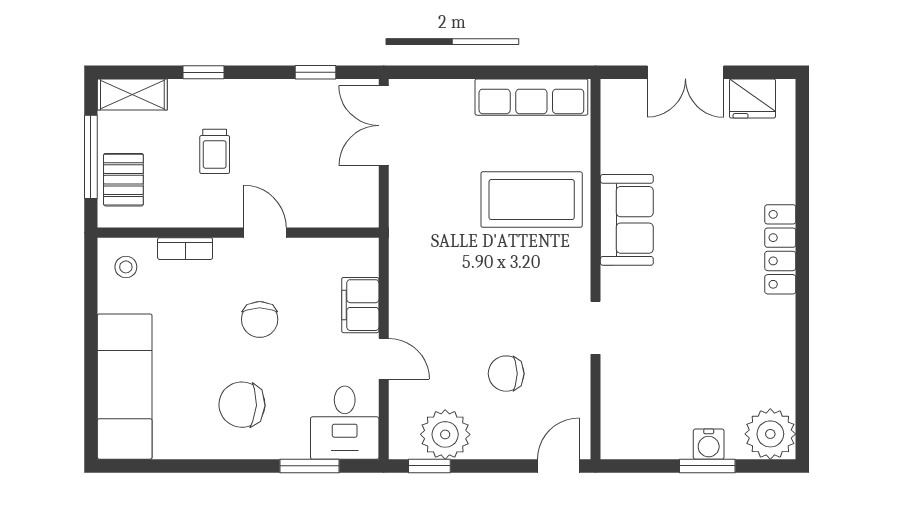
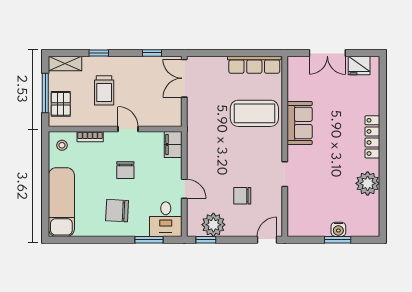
trolley: (215, 151) -> (104, 90), width x1.36, depth x1.39
filing cabinet: (360, 305) -> (173, 145), moved
plant: (770, 434) -> (368, 183), moved

